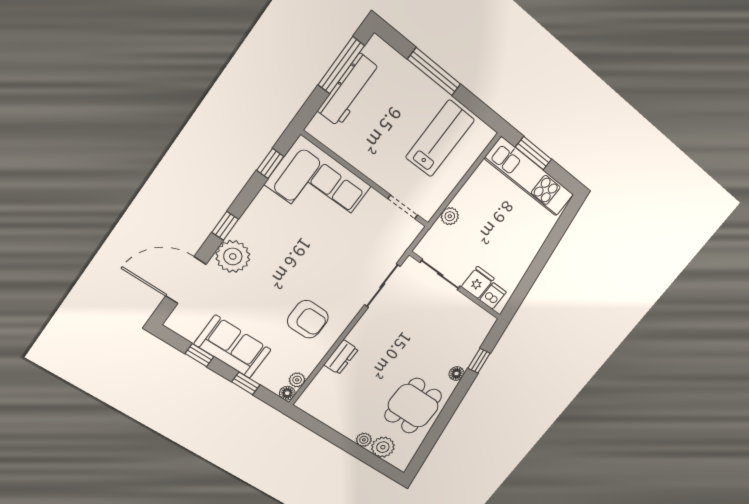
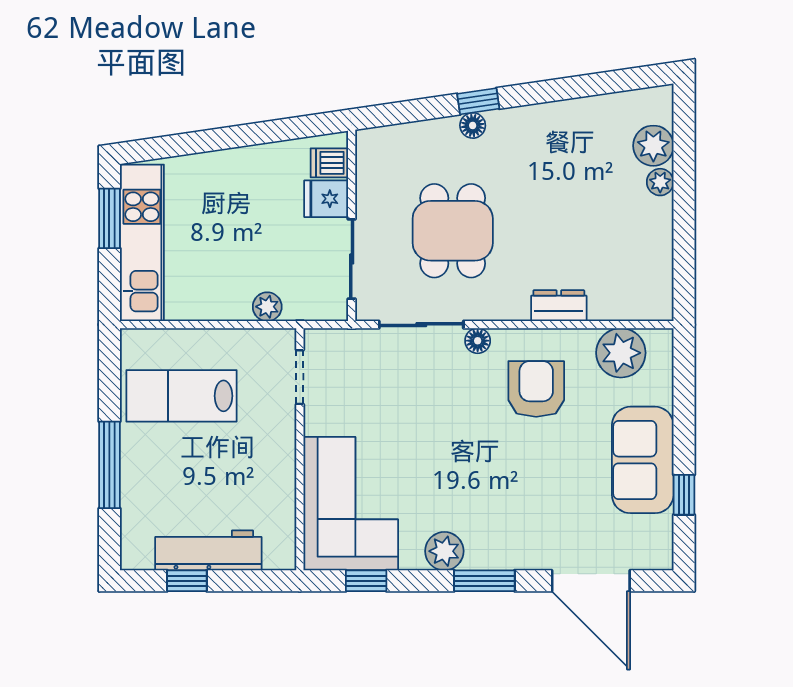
window: (341, 65) -> (187, 581), width x0.46
window: (534, 153) -> (109, 218), moved
window: (225, 226) -> (484, 581), width x1.50
plant: (233, 256) -> (444, 551), moved, width x0.73, depth x0.73
window: (479, 361) -> (478, 101), moved
plant: (297, 380) -> (621, 353), width x1.87, depth x1.87
window: (246, 383) -> (684, 407), removed
floor lamp: (287, 393) -> (478, 341), moved
dining table: (413, 406) -> (453, 231), moved, turned 90

